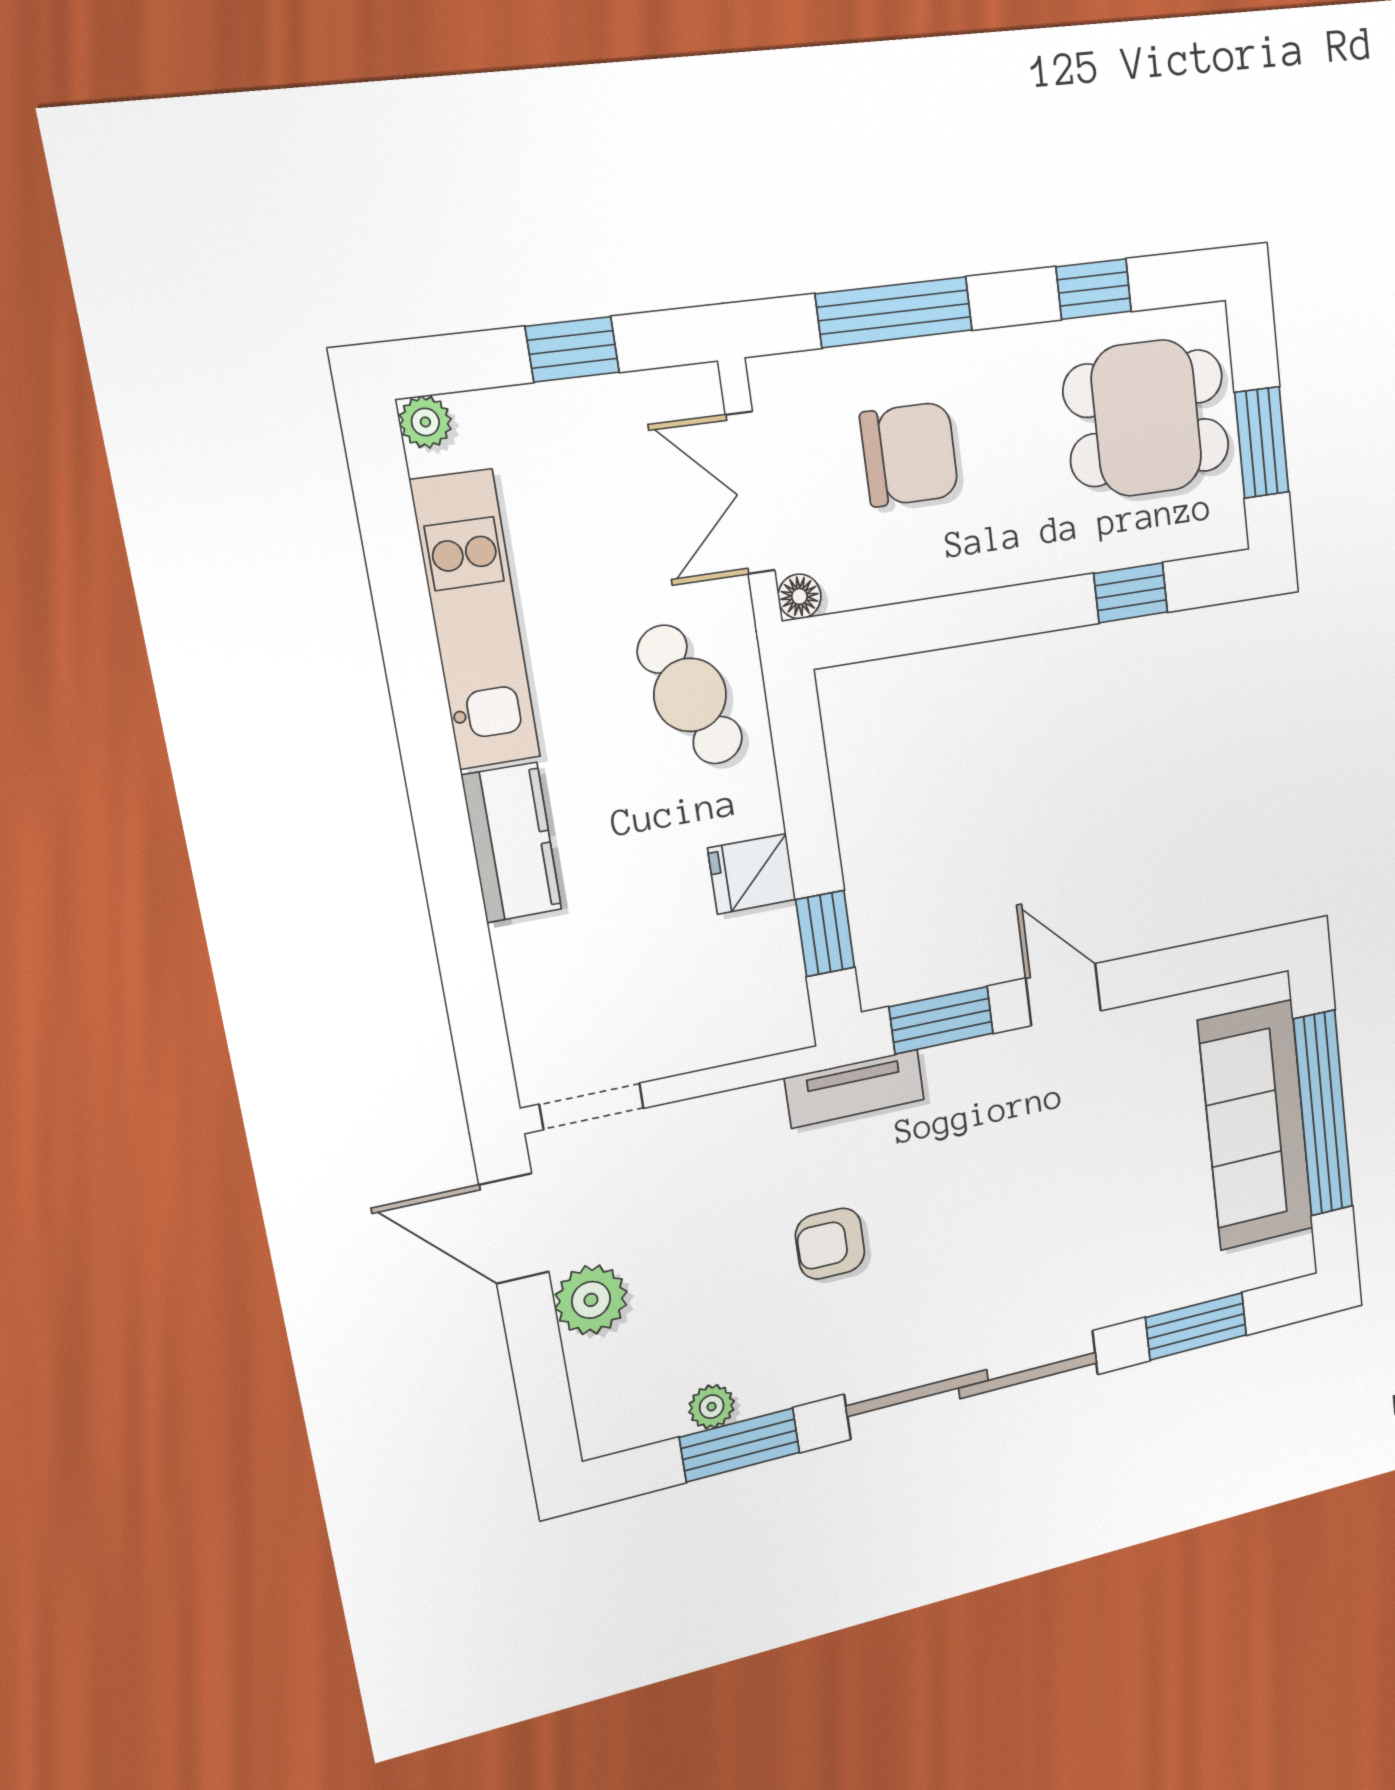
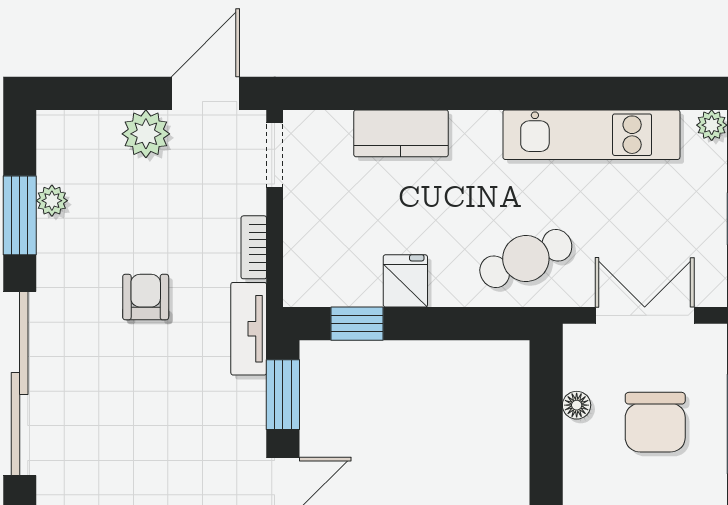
floor lamp: (799, 596) -> (577, 405), moved
kitchen counter: (512, 843) -> (401, 133), moved
bookcase: (735, 1107) -> (254, 247), added

